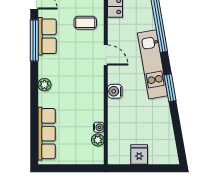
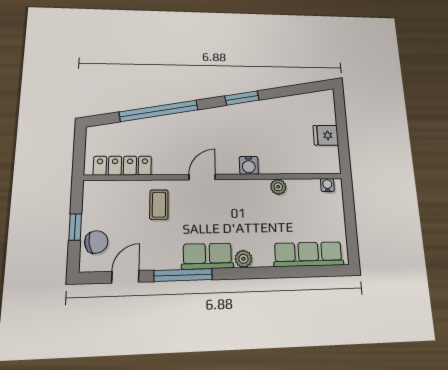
row of seats: (47, 36) -> (207, 256), moved
kitchen unit: (152, 64) -> (213, 119), removed
water cooler: (99, 127) -> (327, 185), moved
plant: (98, 140) -> (278, 187), moved

